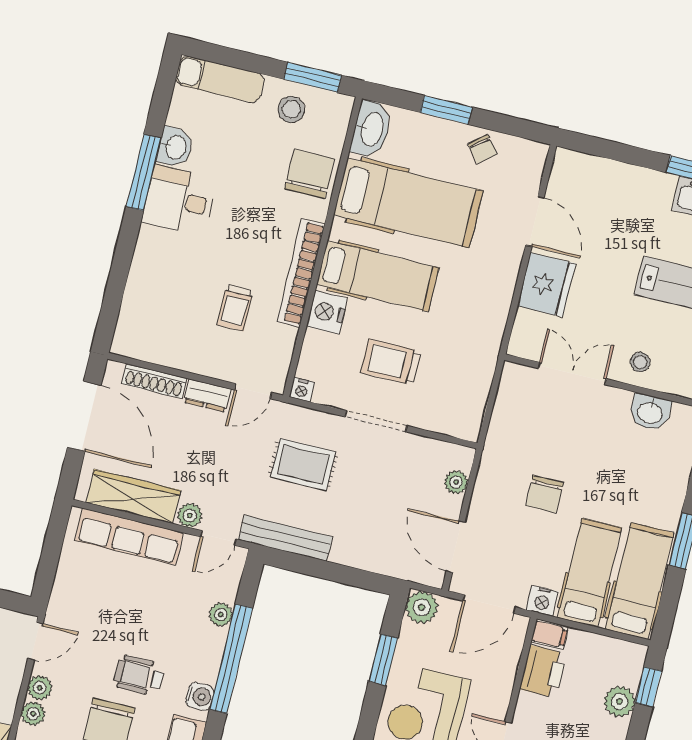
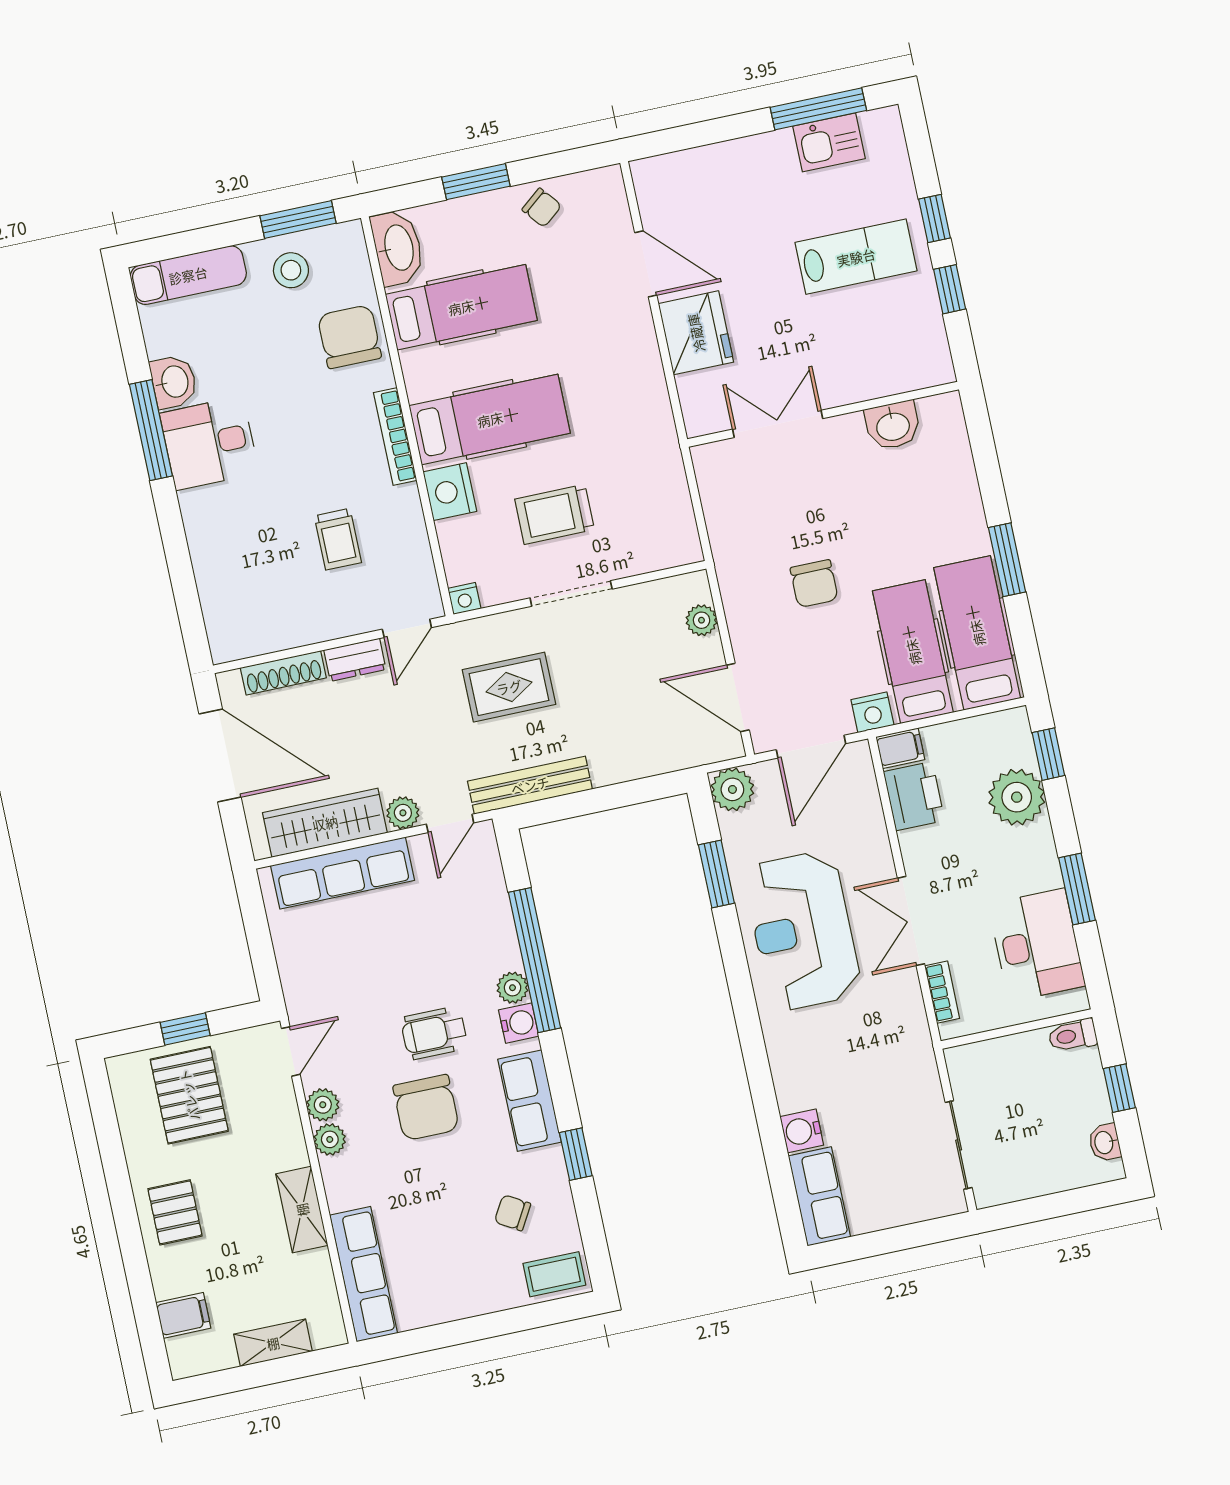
hospital bed: (408, 203) -> (461, 307), width x0.73, depth x0.78
bookcase: (301, 273) -> (395, 437), width x0.68, depth x0.76
stool: (640, 362) -> (852, 371), removed
plant: (221, 614) -> (513, 988), moved
plant: (620, 702) -> (1017, 797), width x1.36, depth x1.36

